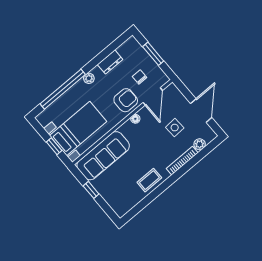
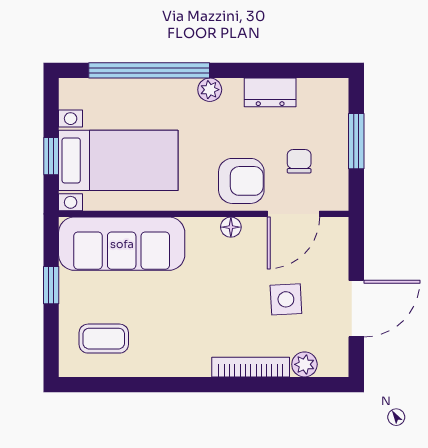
coffee table: (149, 180) -> (104, 339), moved

